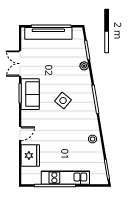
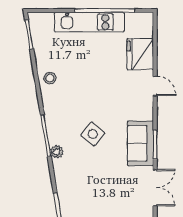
plant: (84, 66) -> (57, 152), moved
door: (20, 134) -> (155, 86), swing flipped

